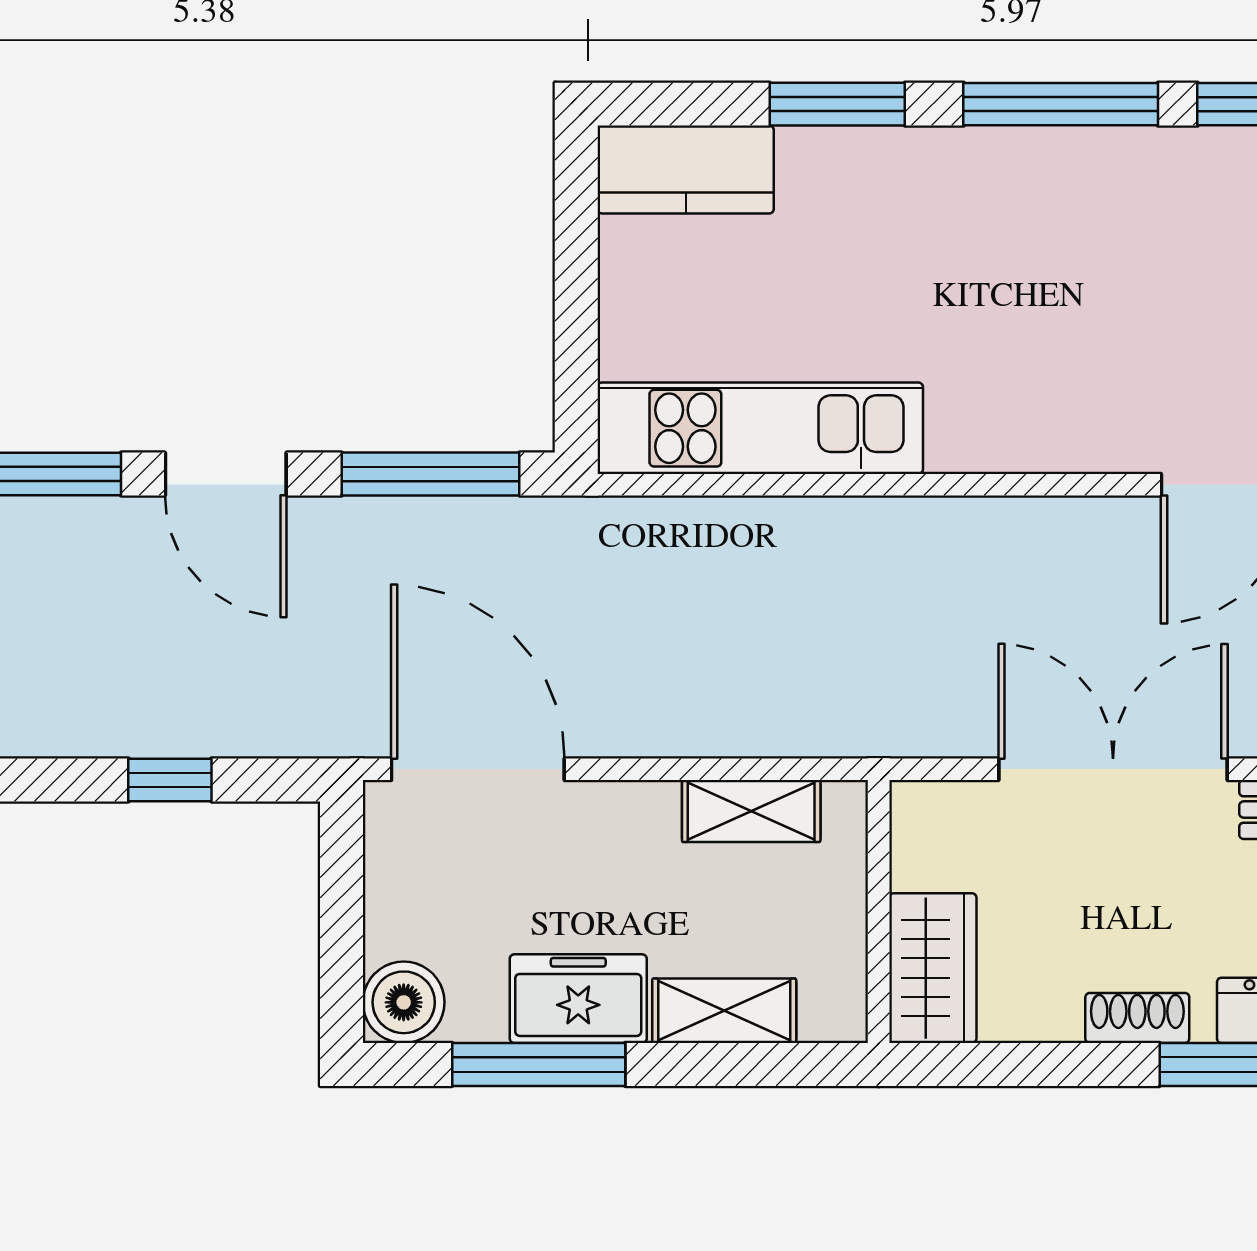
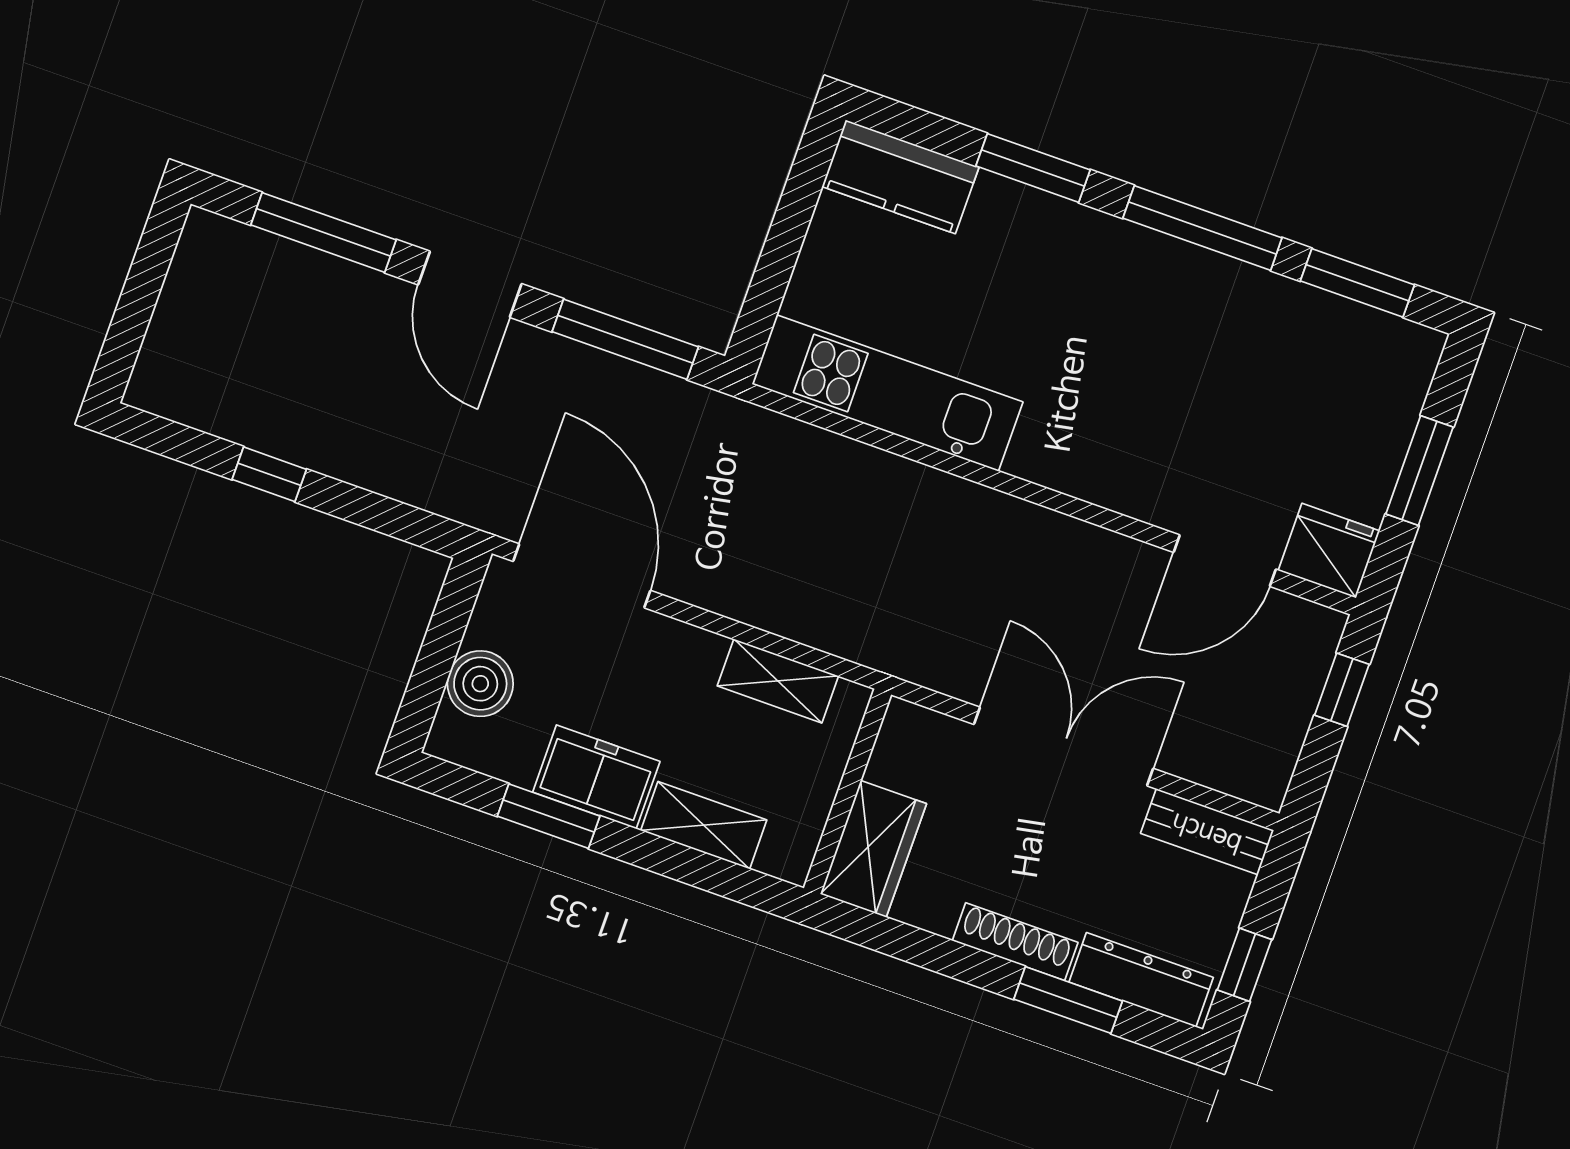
window: (170, 780) -> (269, 474), moved
boiler: (404, 1002) -> (480, 684), moved
shoe rack: (1137, 1018) -> (1015, 942), width x1.43
window: (539, 1064) -> (549, 816), width x0.69

